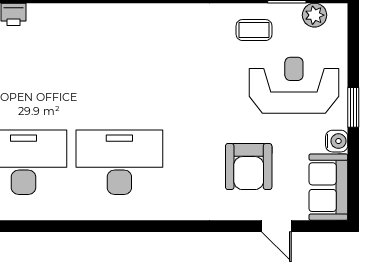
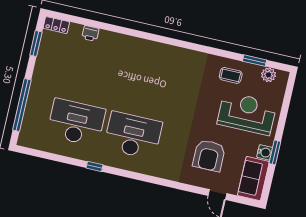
window: (353, 107) -> (275, 152), moved
window: (69, 226) -> (94, 166), added

